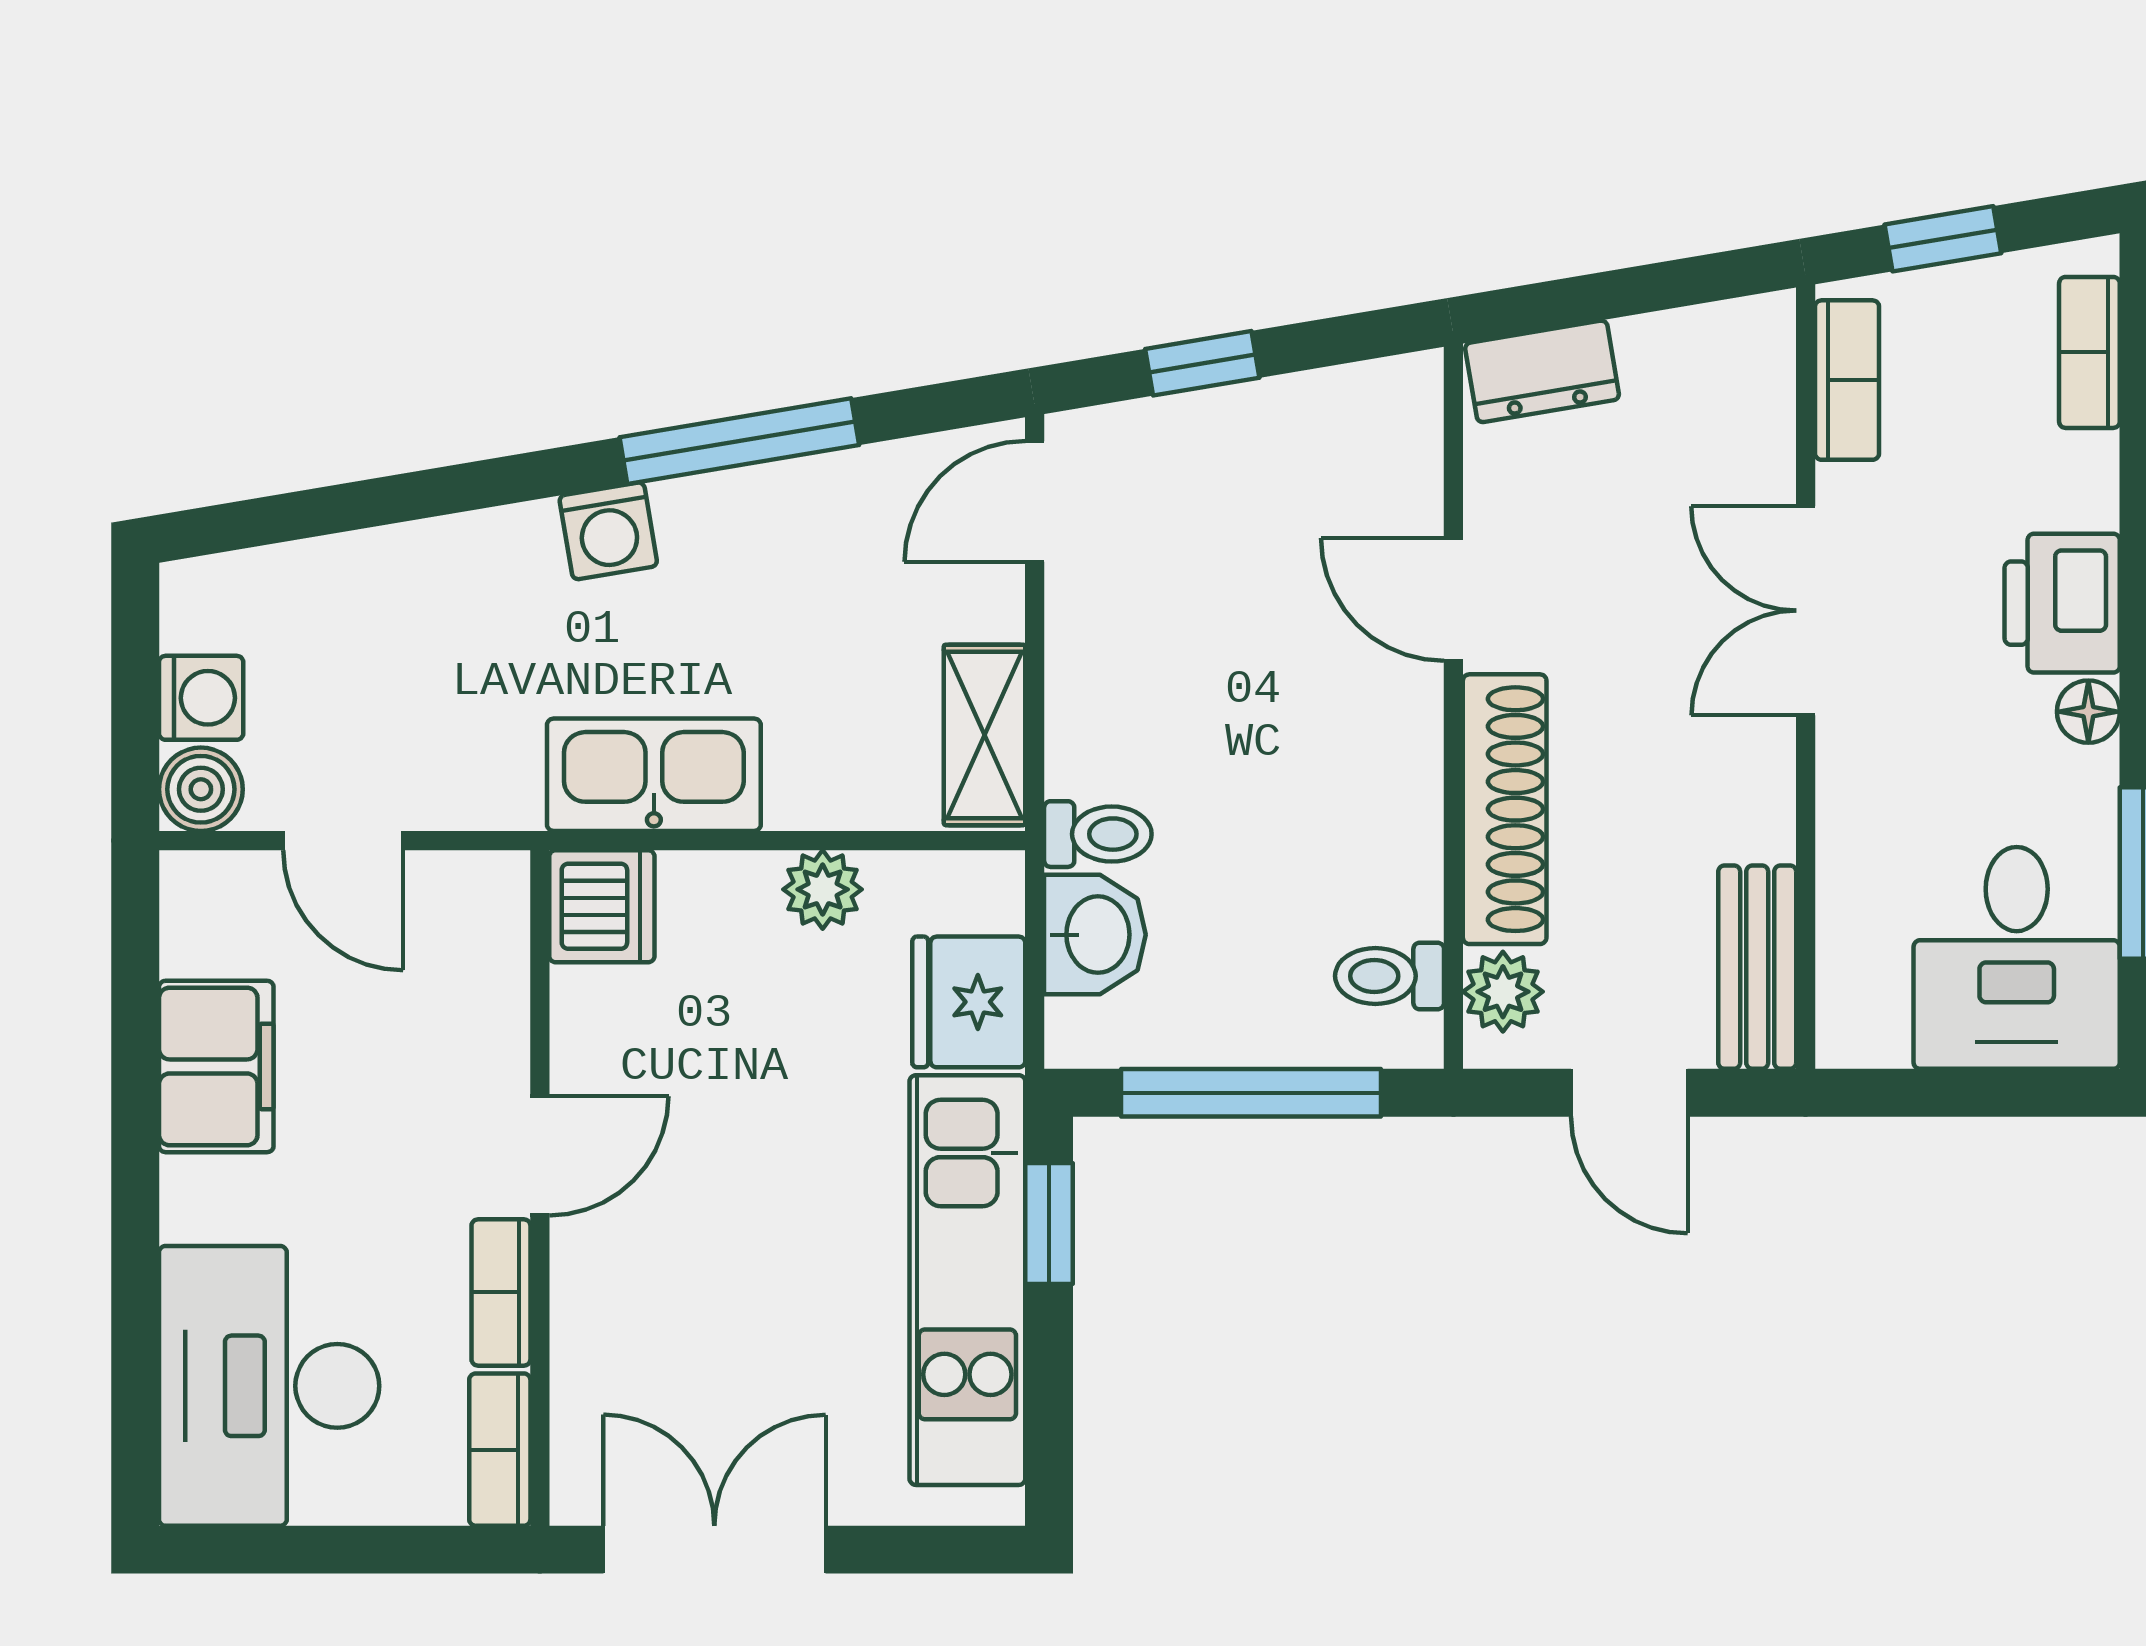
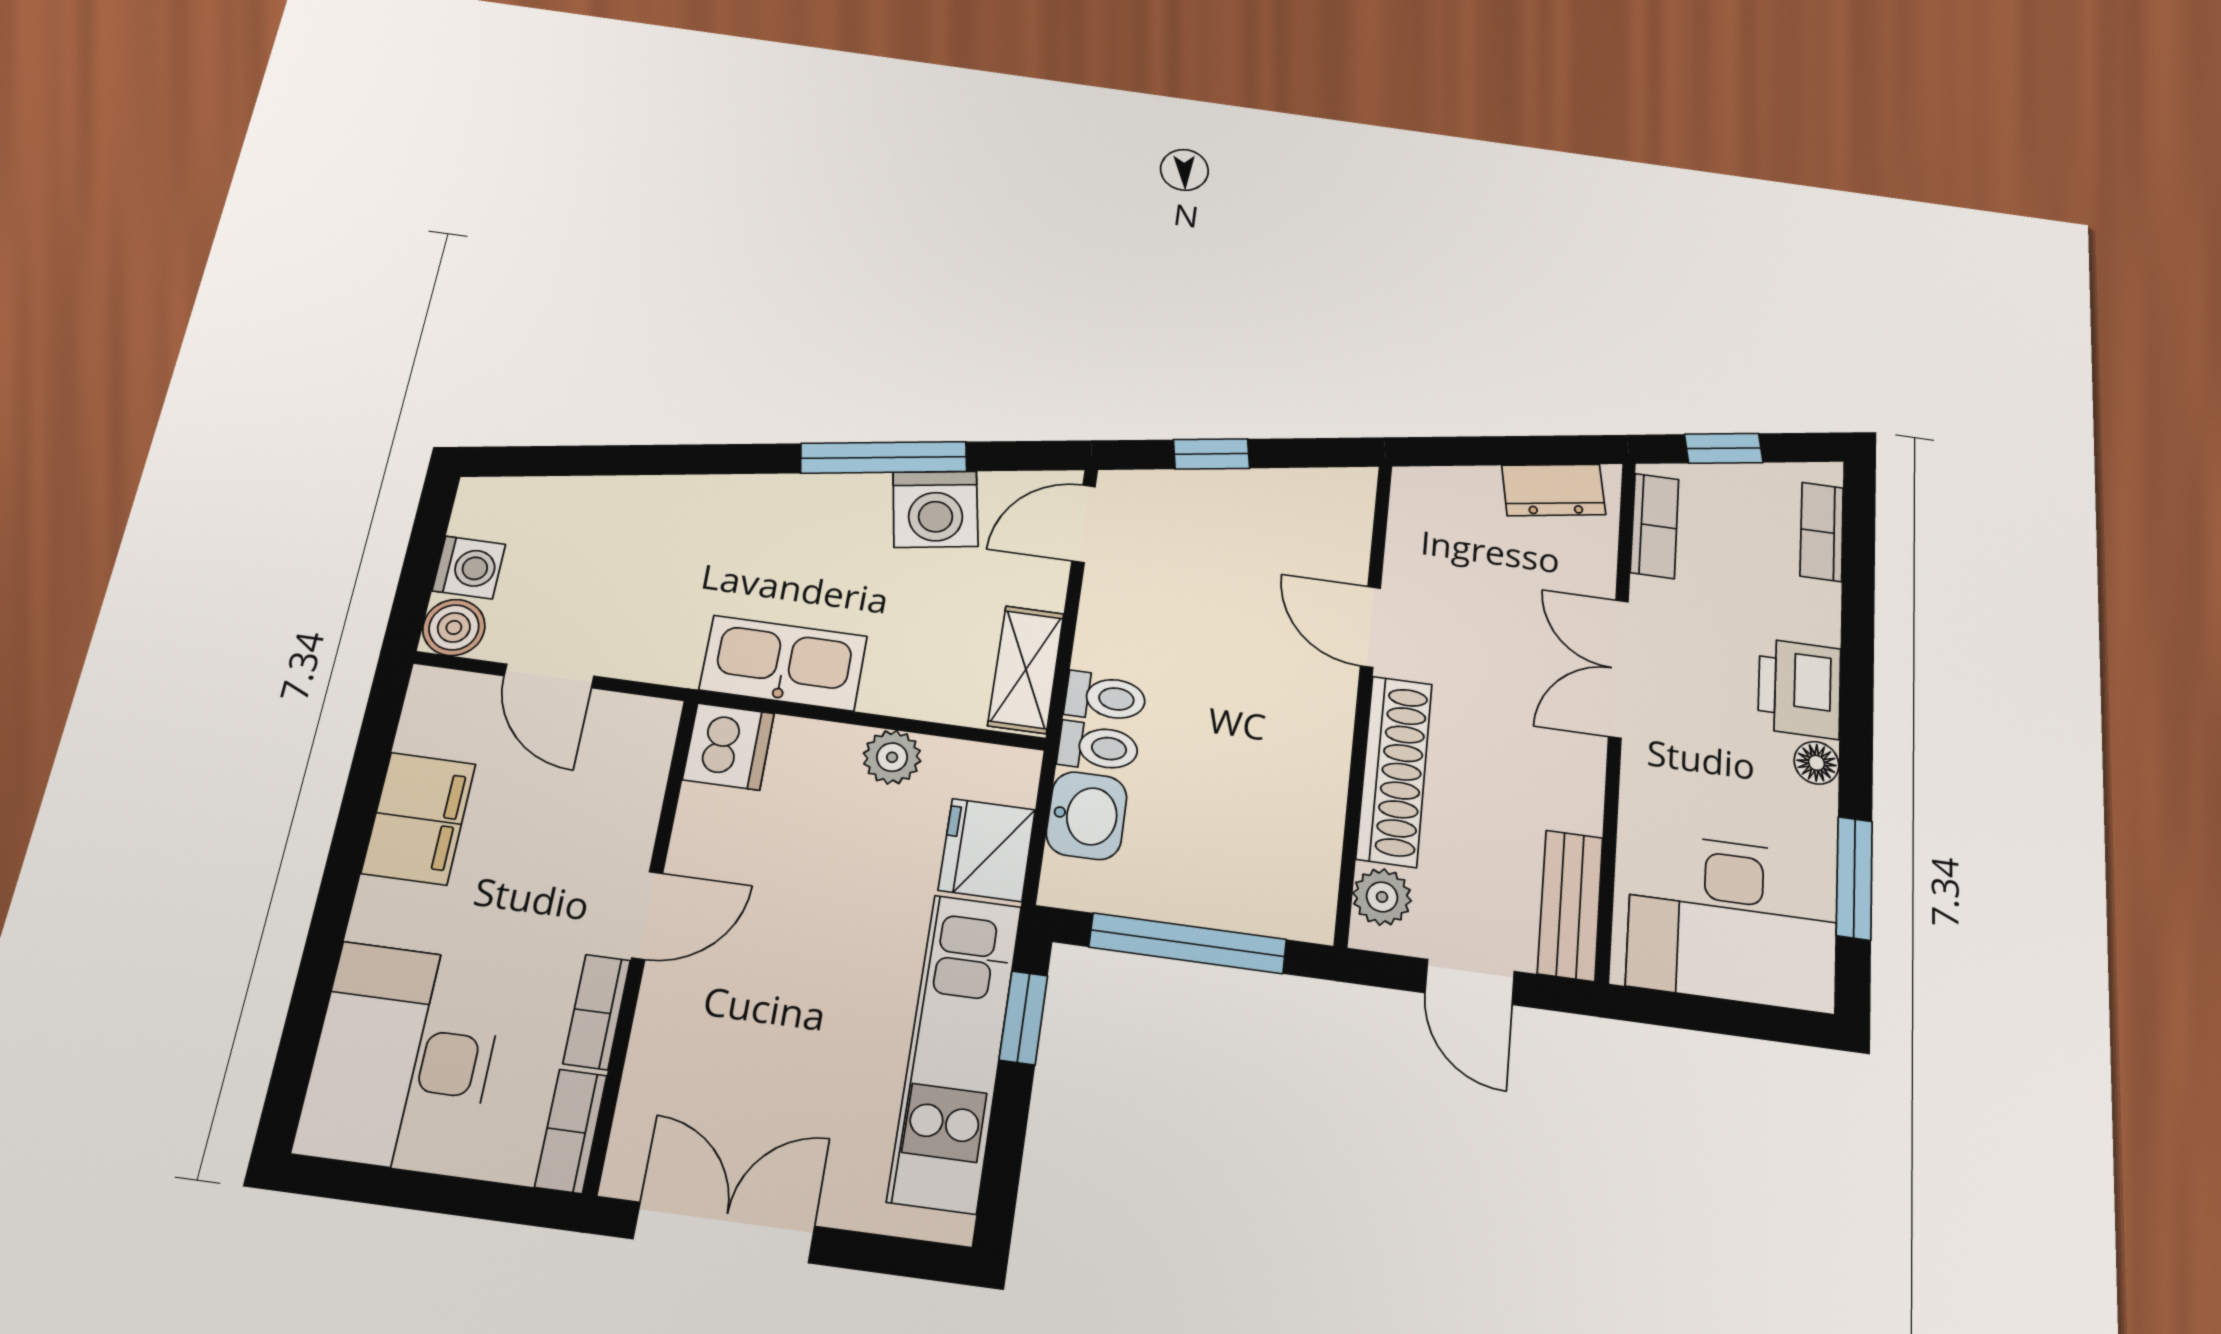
dresser: (1542, 371) -> (1554, 490), moved
washing machine: (608, 531) -> (935, 509), moved, width x1.38, depth x1.38
desk: (2017, 958) -> (1733, 921), width x1.37
toilet: (1389, 976) -> (1105, 697), moved, turned 180

